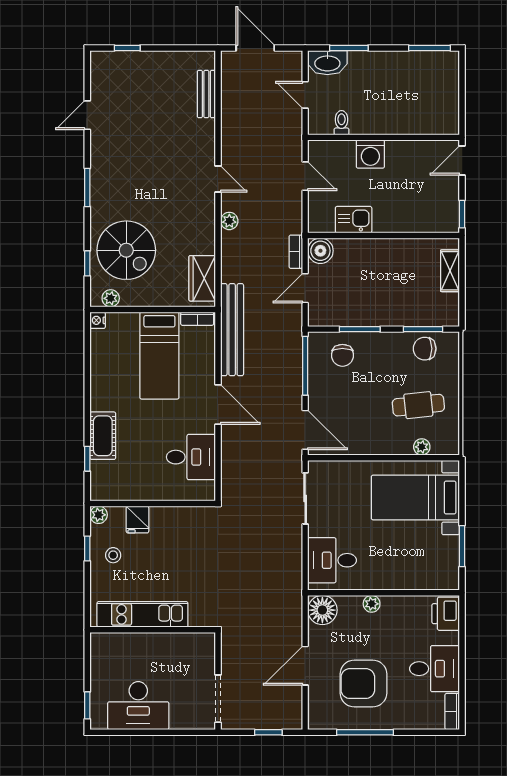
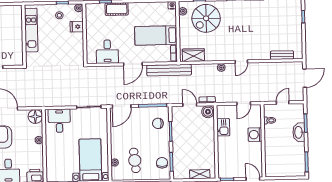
washbasin: (327, 63) -> (299, 132), moved

